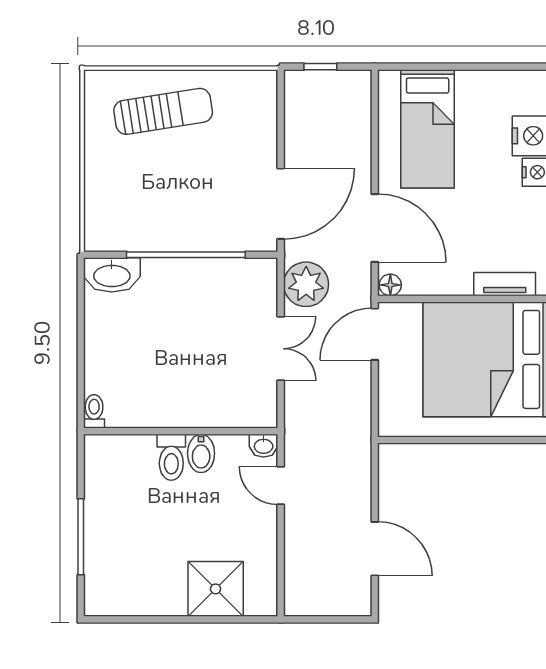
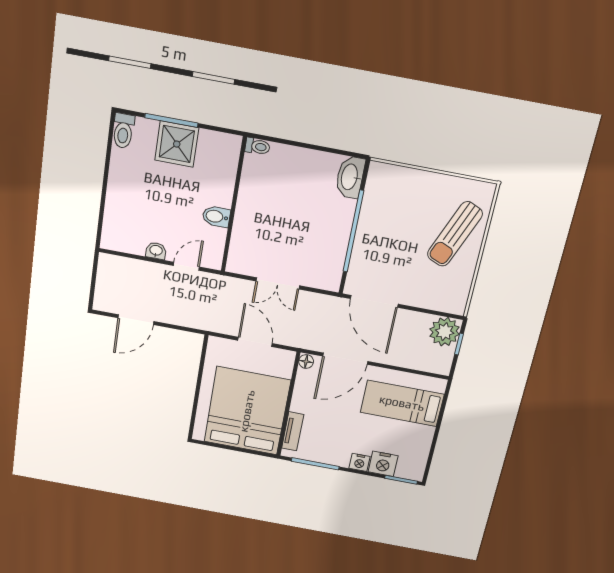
sun lounger: (163, 111) -> (455, 234), turned 32
plant: (306, 284) -> (445, 332), moved
door: (375, 334) -> (255, 342), moved
washbasin: (264, 446) -> (156, 251), moved, turned 90
toilet: (171, 457) -> (123, 131), moved, turned -90
shower: (216, 589) -> (177, 144), moved

